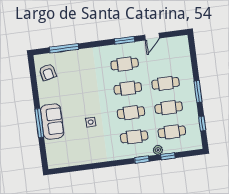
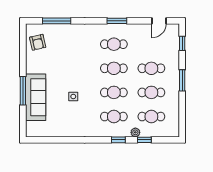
door: (152, 37) -> (159, 21), moved
sofa: (52, 122) -> (36, 97), width x1.36
window: (202, 124) -> (182, 43), moved

